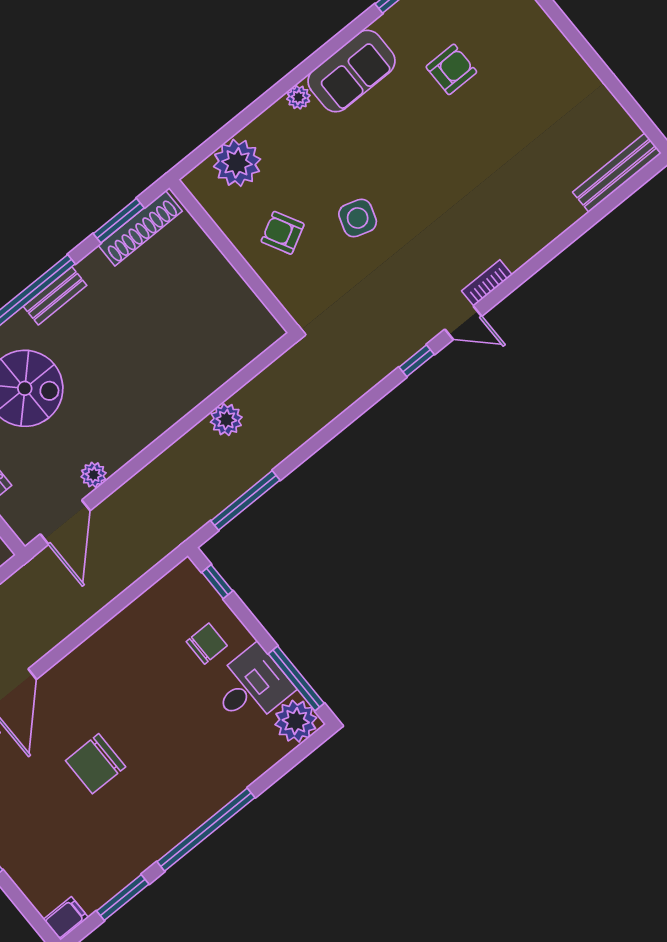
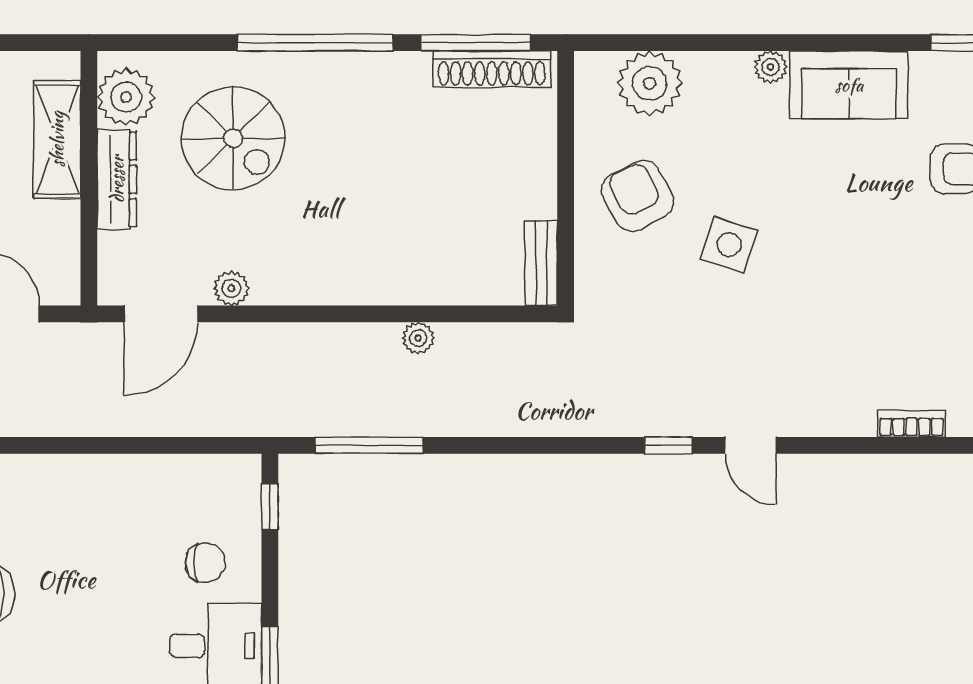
window: (119, 221) -> (476, 43), width x1.44
armchair: (283, 233) -> (638, 196), width x1.38, depth x1.38
bookcase: (487, 283) -> (911, 424), moved
bench: (55, 296) -> (541, 263), moved, turned 90
plant: (226, 420) -> (418, 338), width x0.73, depth x0.73

